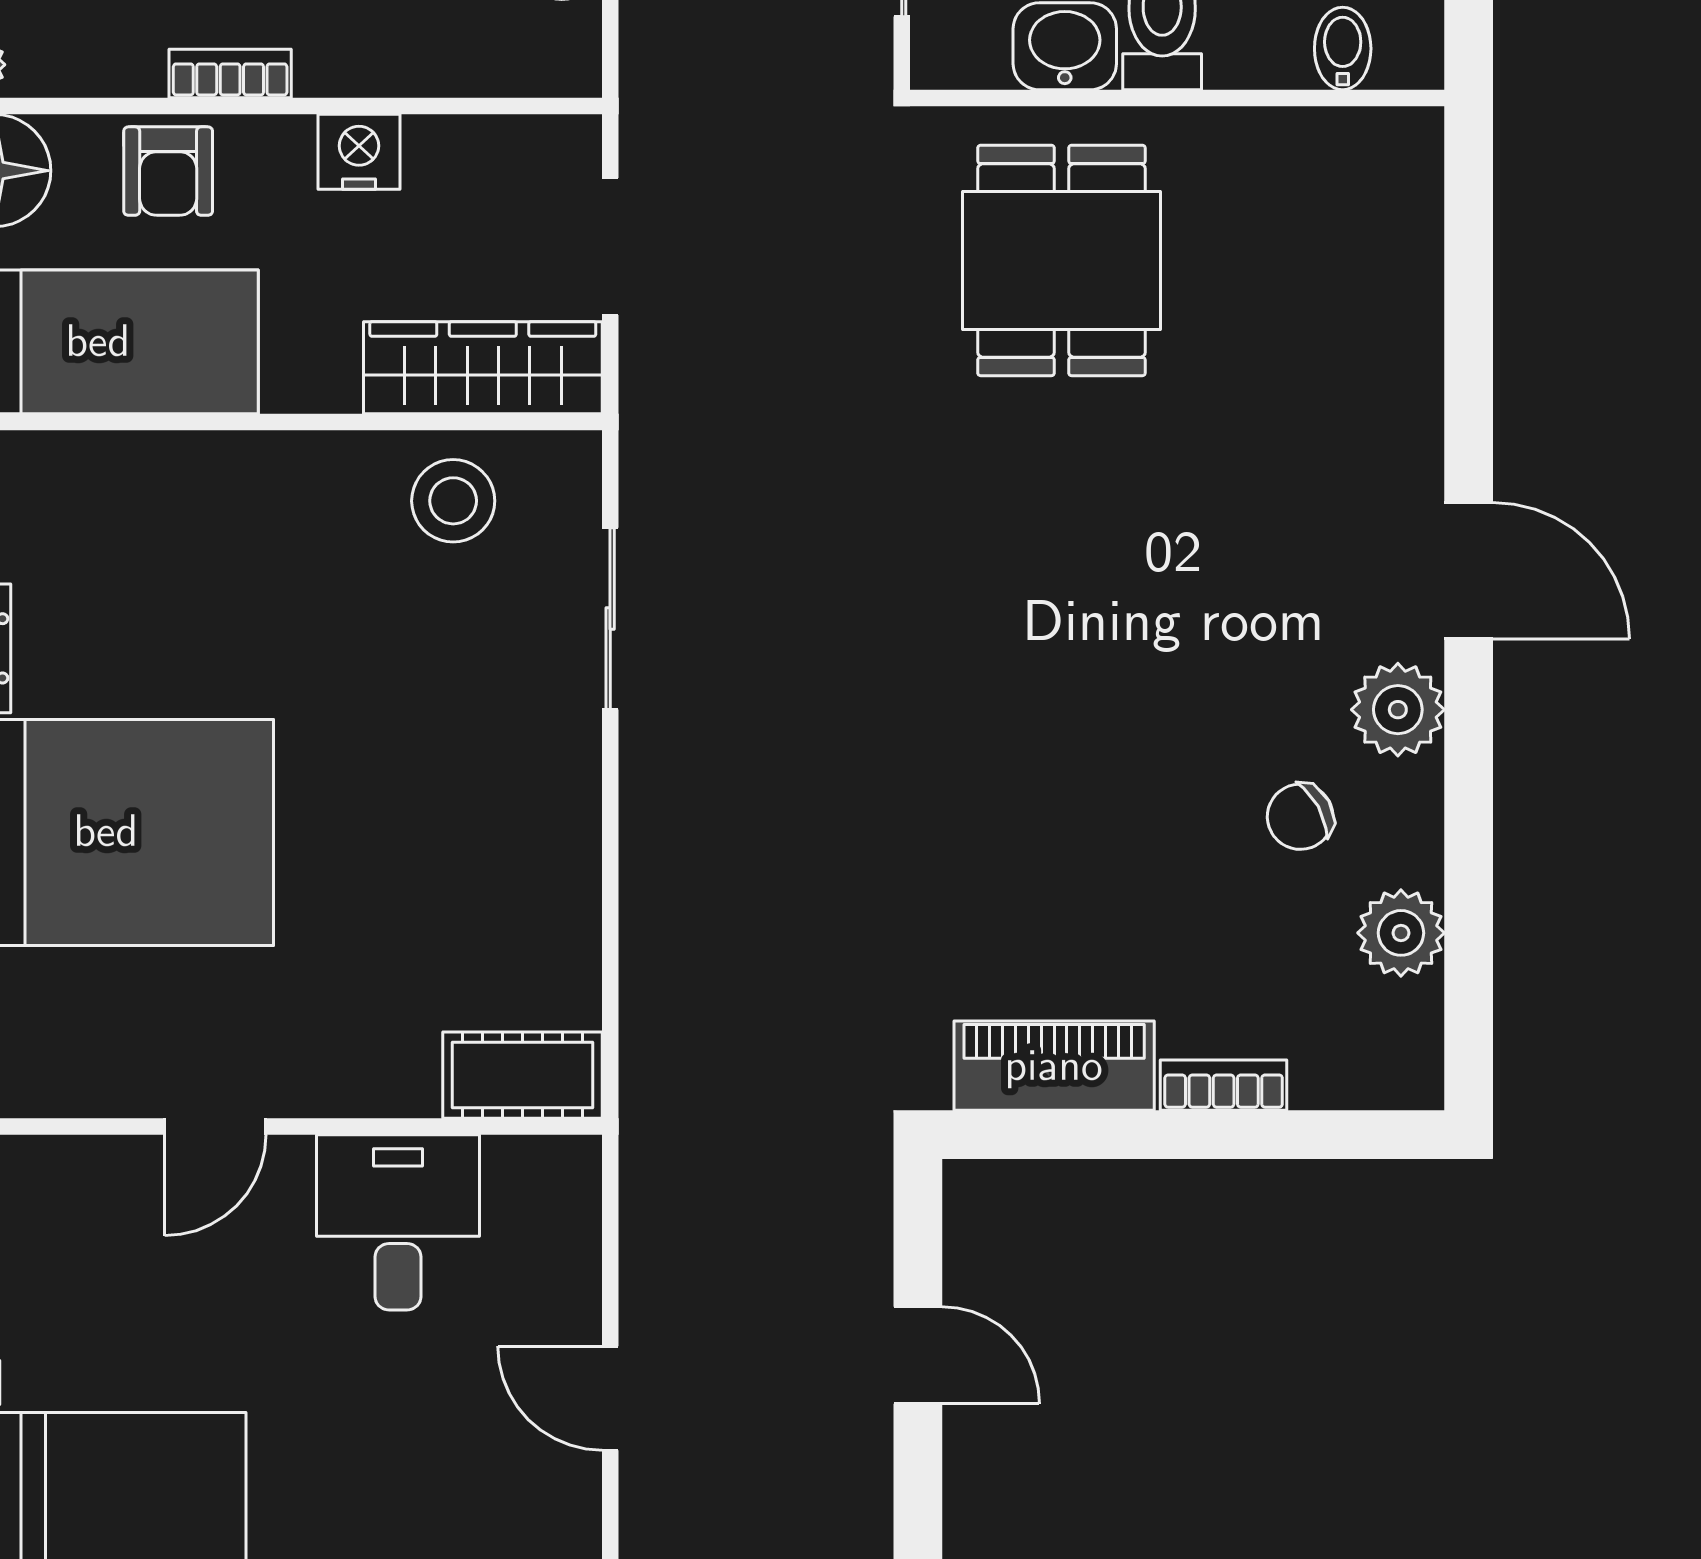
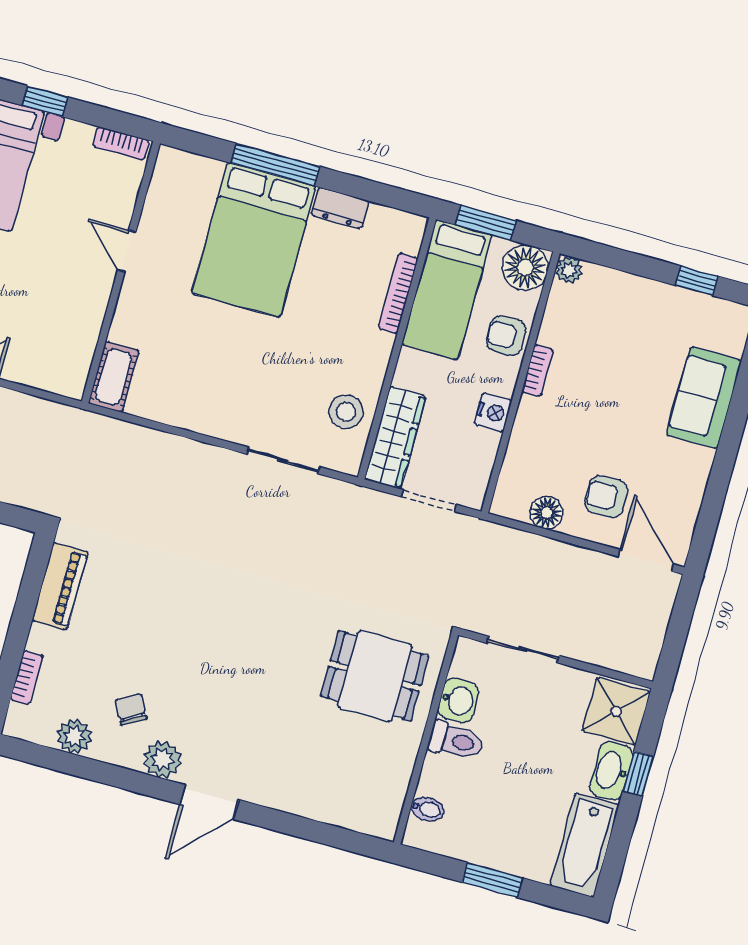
bookcase: (138, 455) -> (398, 293), added
bookcase: (1224, 1085) -> (27, 677), moved
desk: (398, 1222) -> (69, 312), removed

